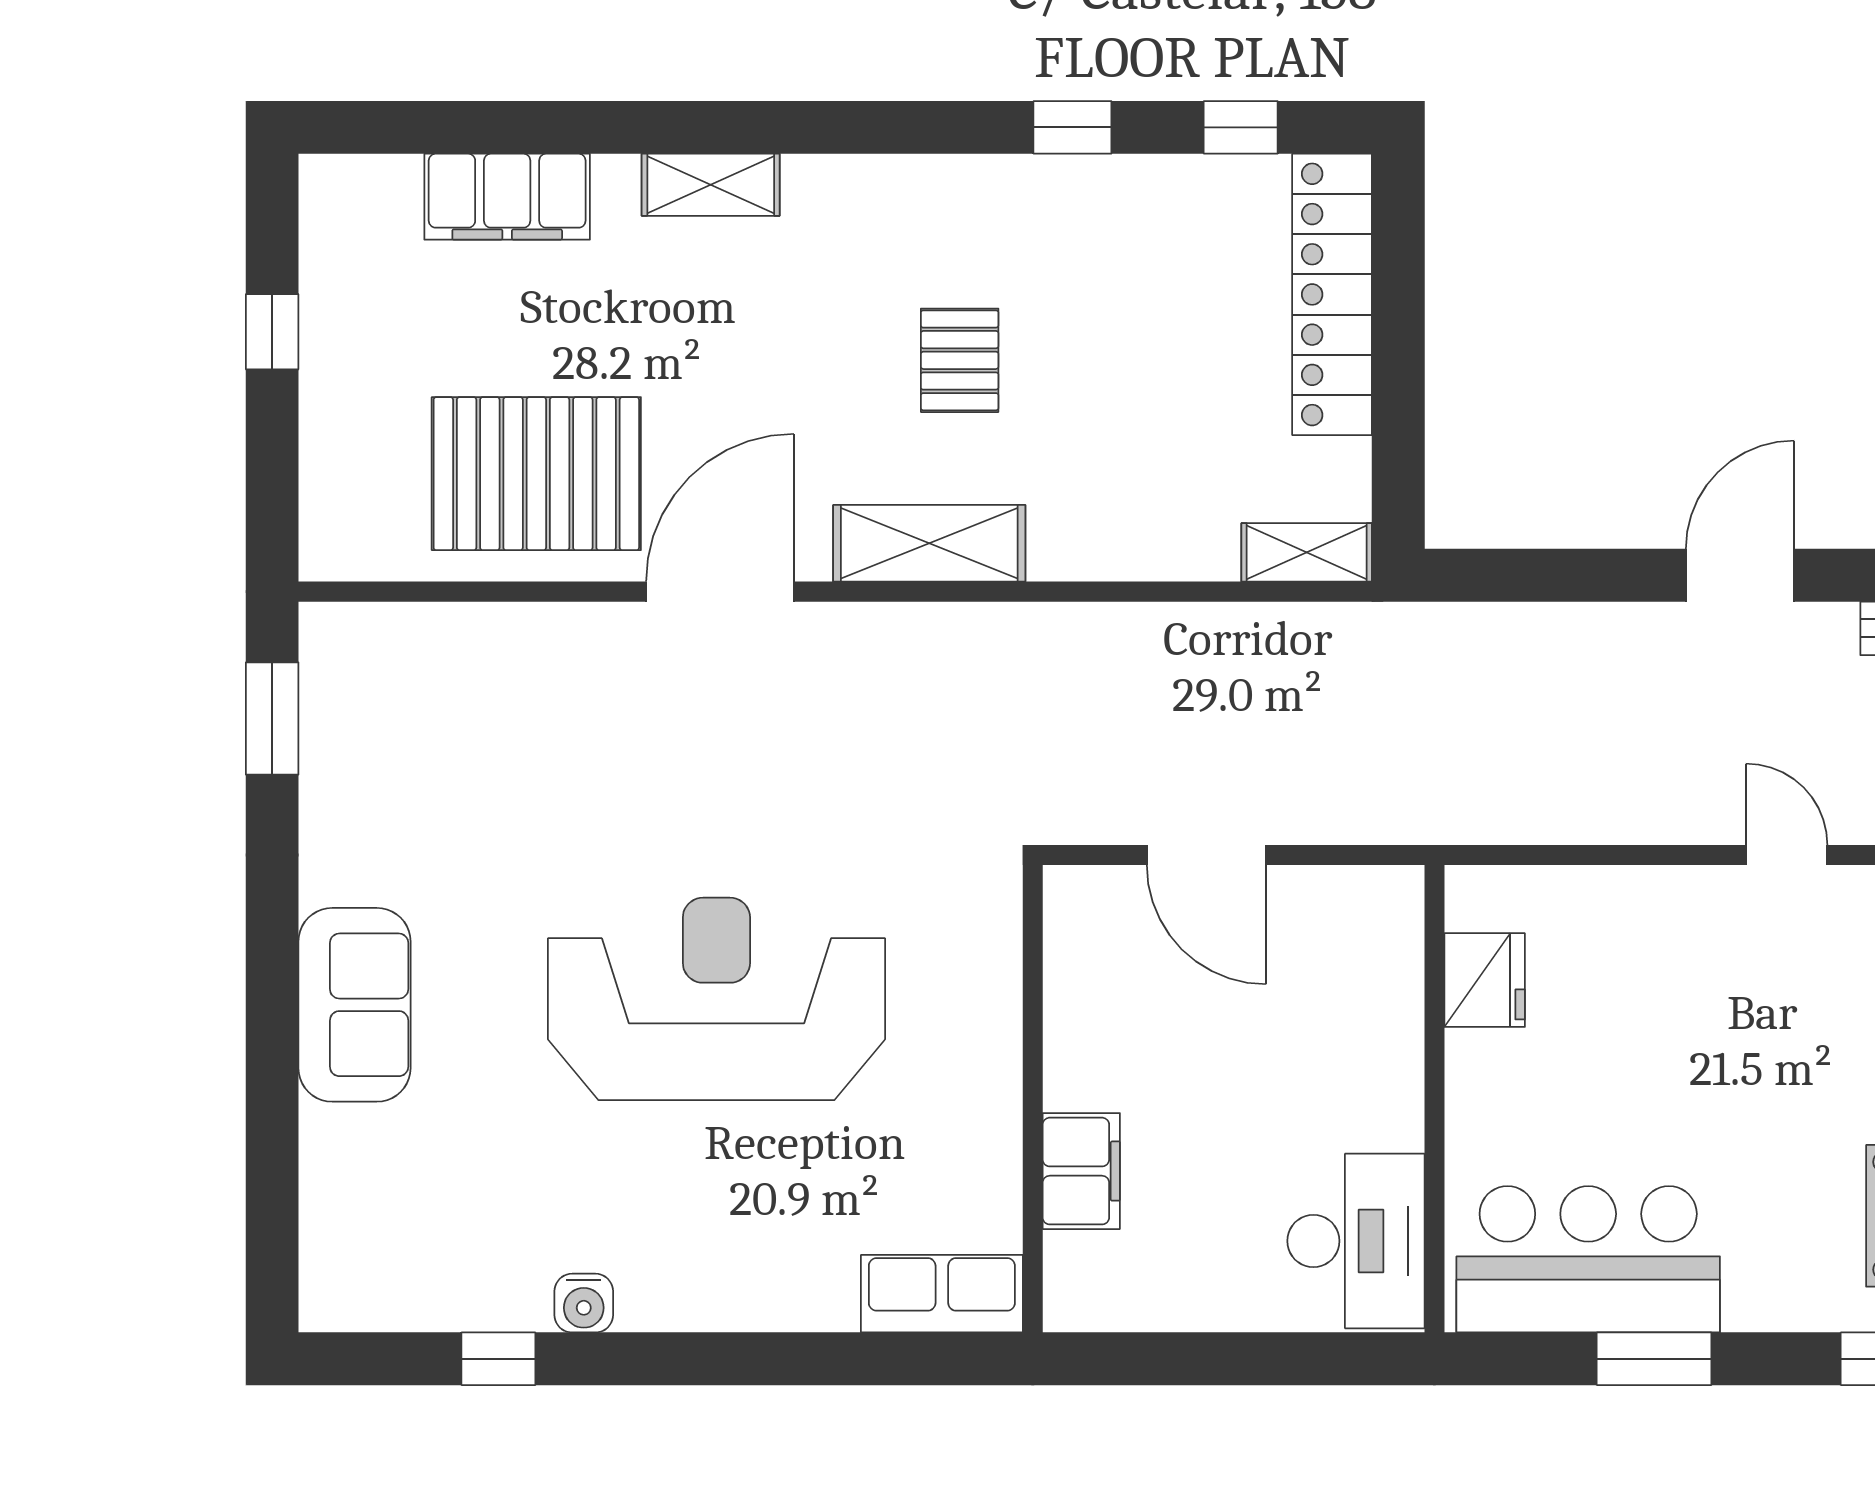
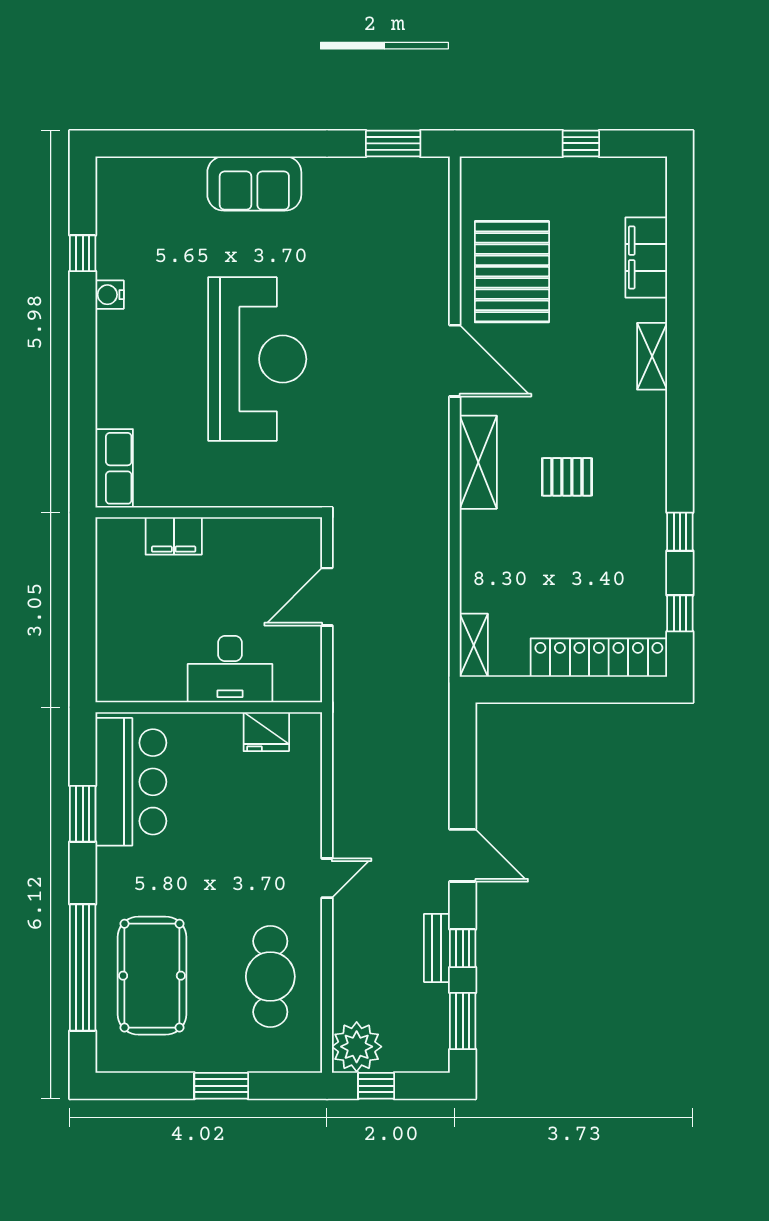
desk: (1356, 1241) -> (230, 669), moved

